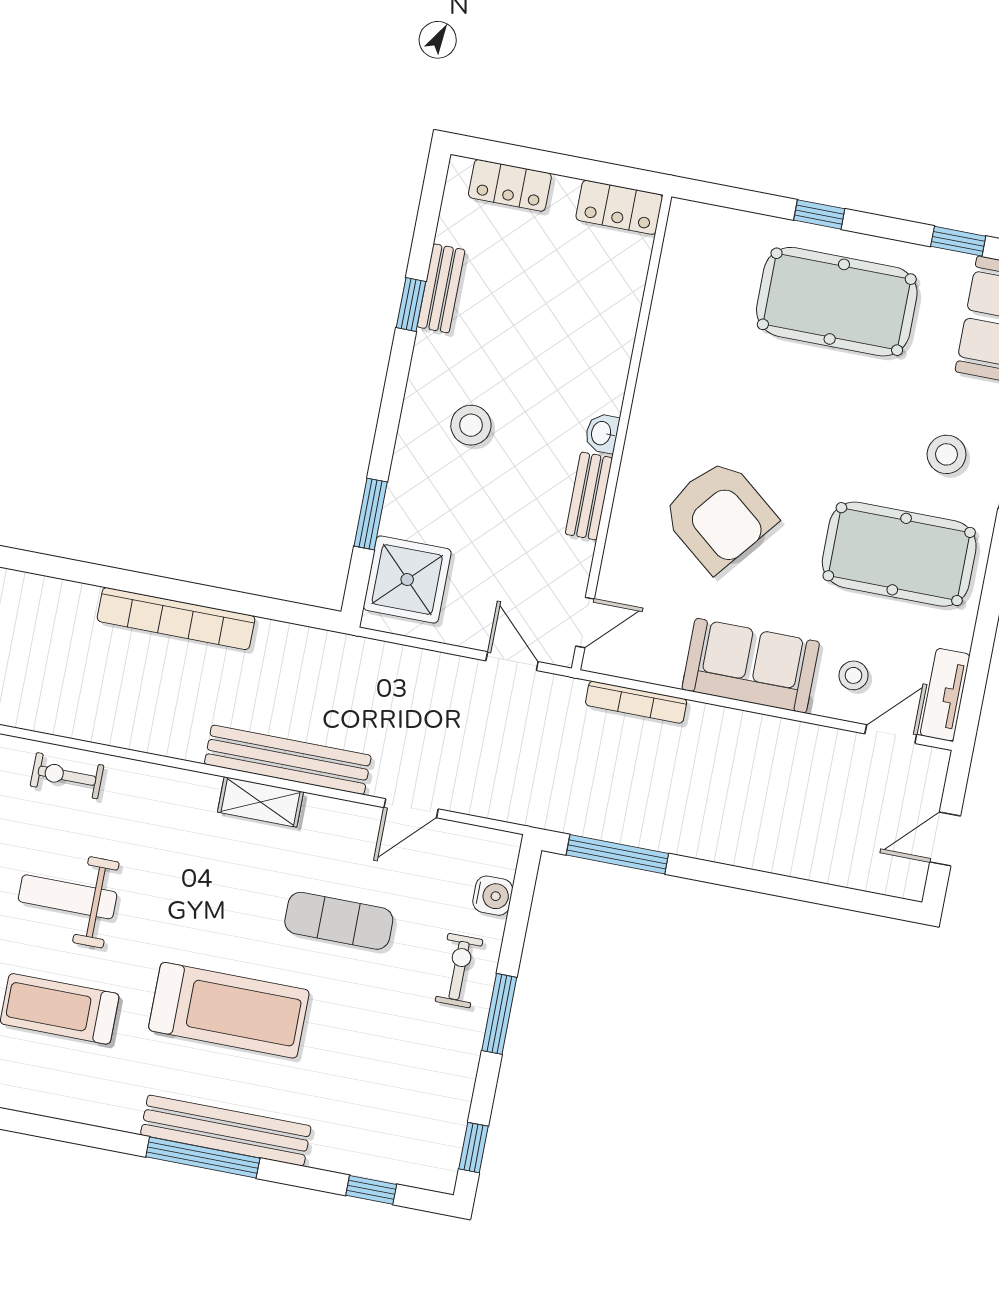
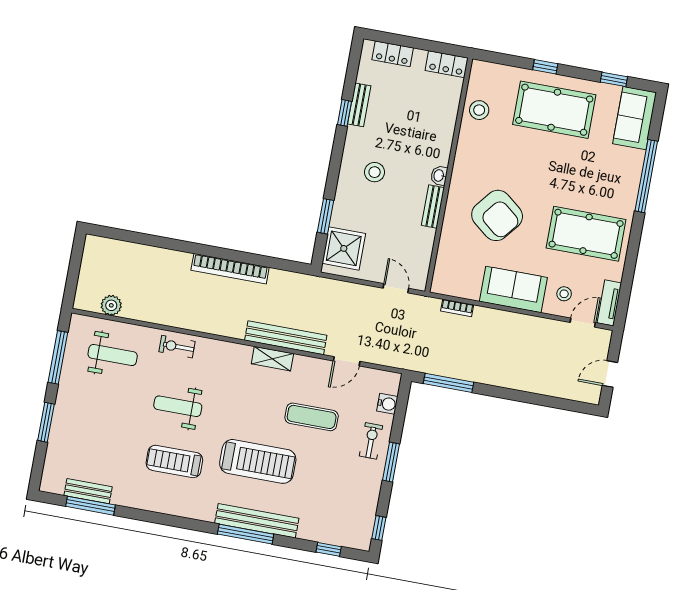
stool: (947, 454) -> (479, 110), moved
door: (585, 622) -> (432, 269), removed
bookcase: (636, 702) -> (457, 308), width x0.64

